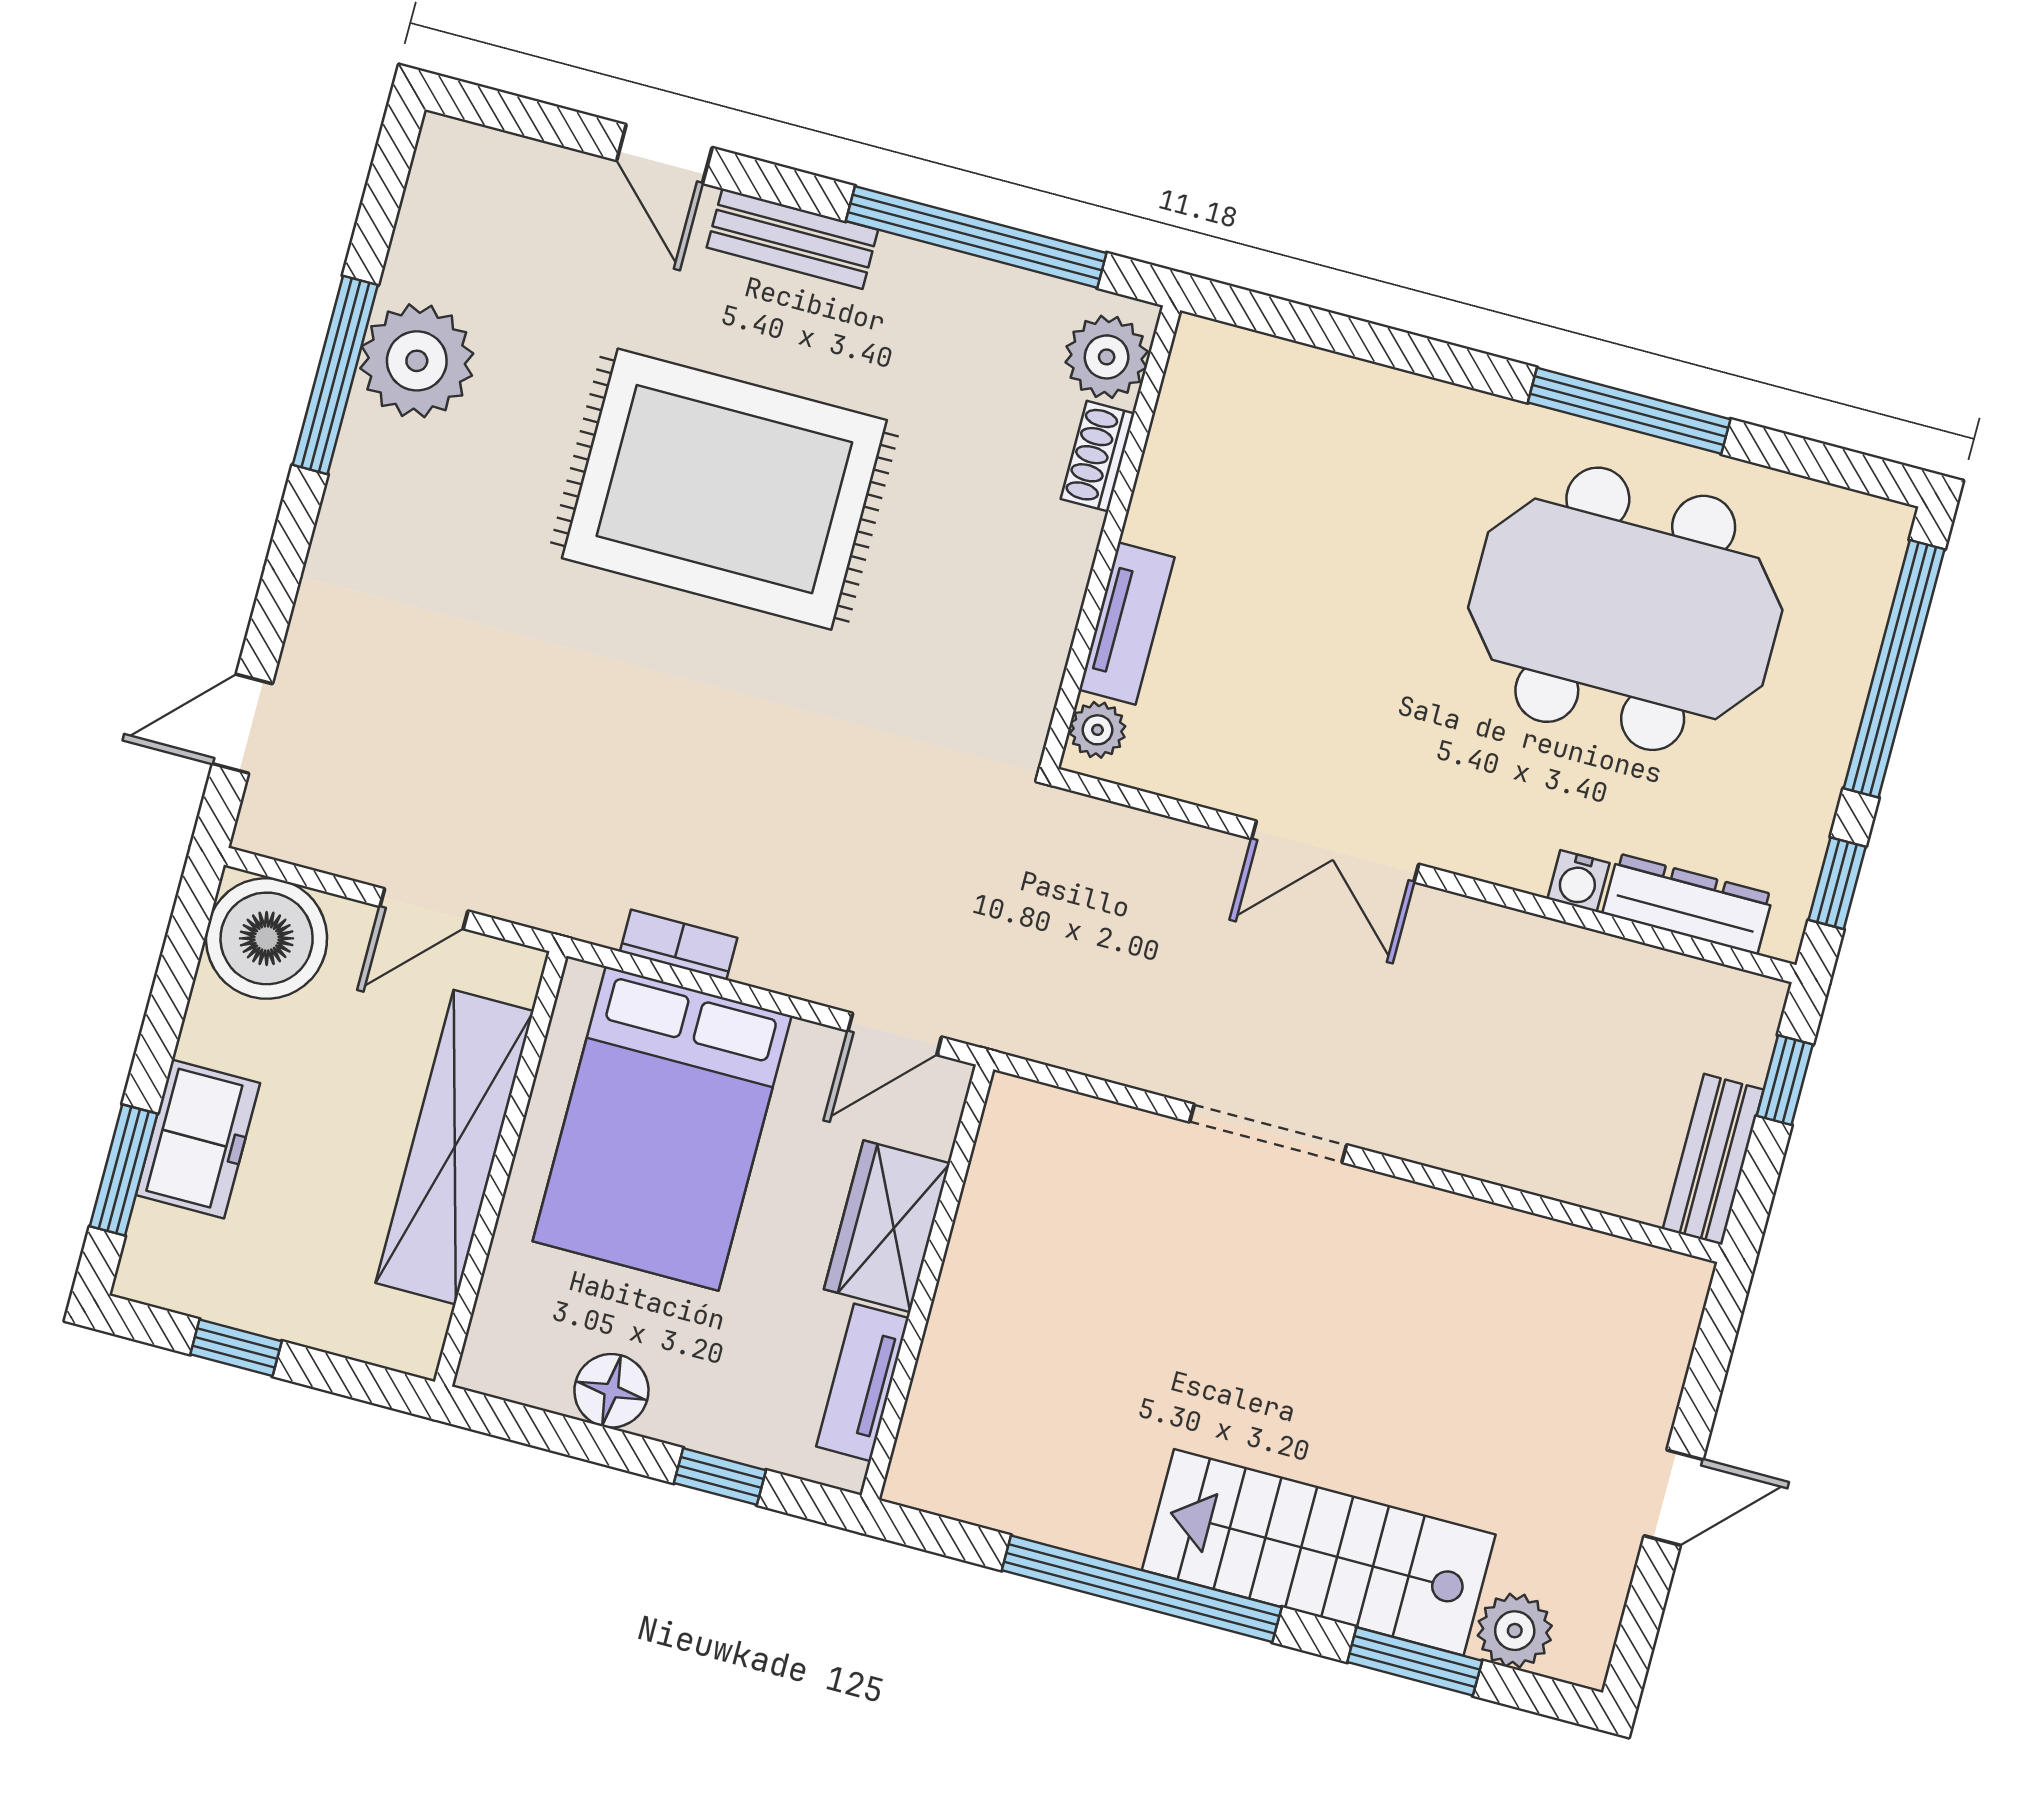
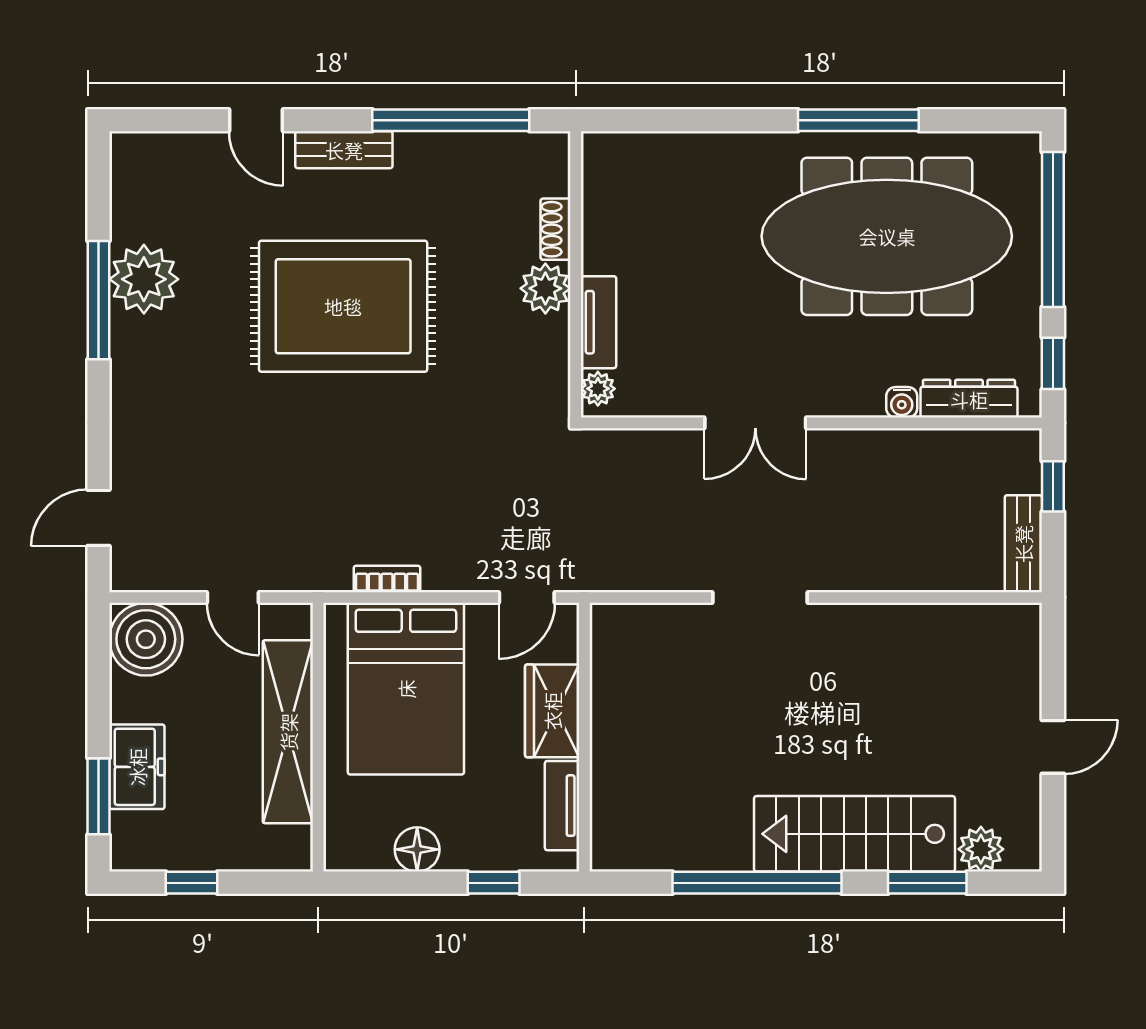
plant: (1107, 357) -> (545, 288), moved
meeting table: (1625, 609) -> (887, 236), width x1.36
door: (424, 909) -> (233, 597), hinge flipped

